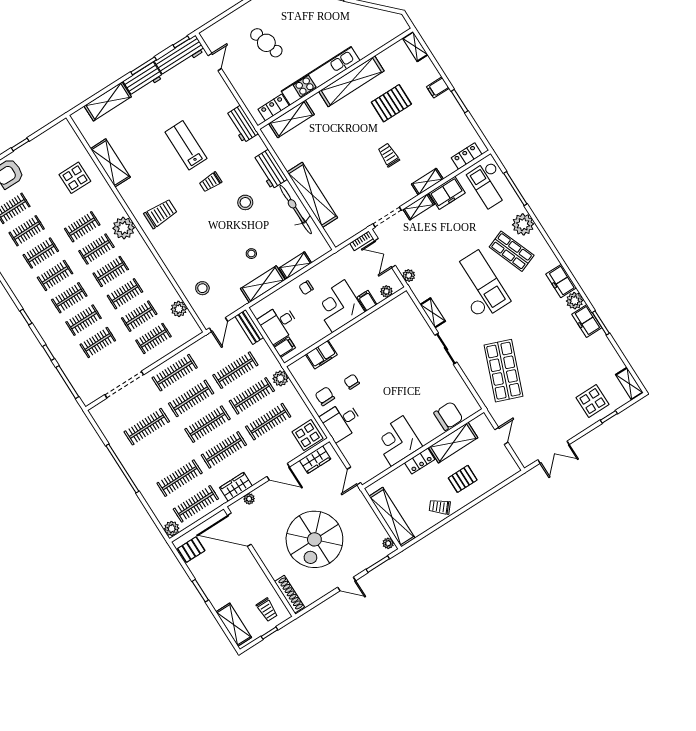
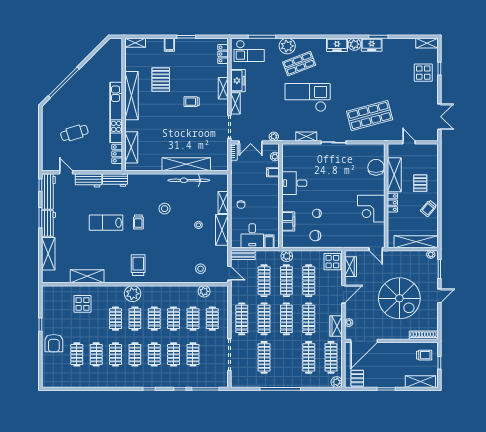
workbench: (270, 169) -> (89, 180), moved
corner desk: (338, 306) -> (265, 192), removed
shop shelf: (504, 371) -> (370, 115), turned -36
desk: (341, 421) -> (294, 183), moved, turned 90

